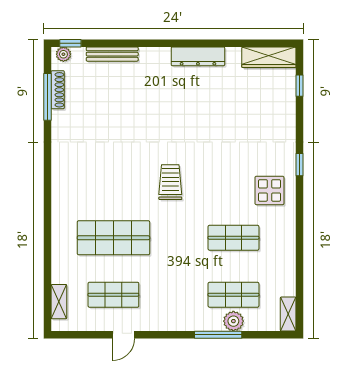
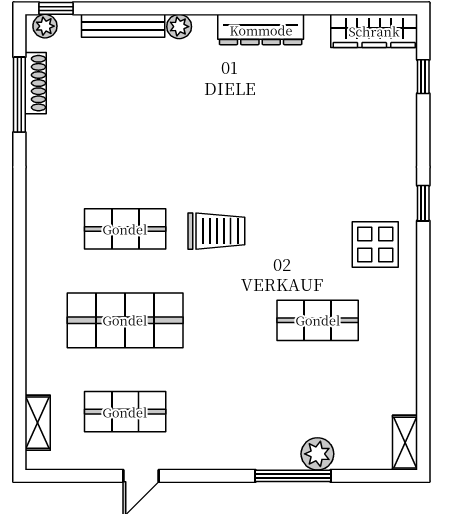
plant: (147, 54) -> (179, 27), added
trolley: (170, 182) -> (216, 231), turned 90
shop shelf: (233, 295) -> (125, 229), moved

